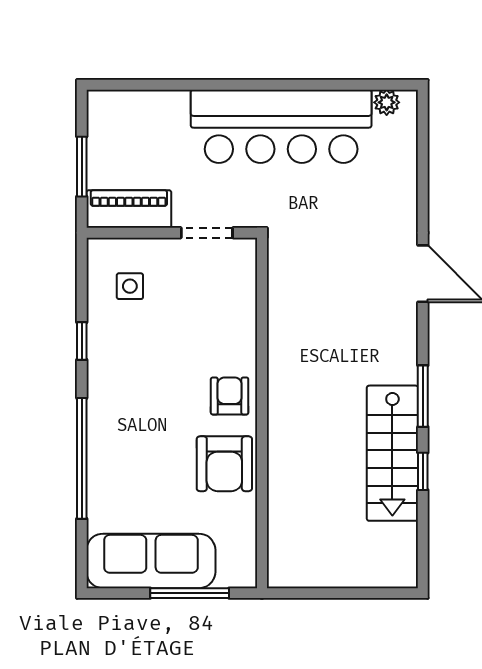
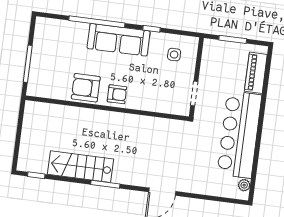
piano: (129, 209) -> (256, 73), moved, turned 180
window: (423, 471) -> (36, 175), moved
sofa: (151, 561) -> (119, 40), moved, turned 90

